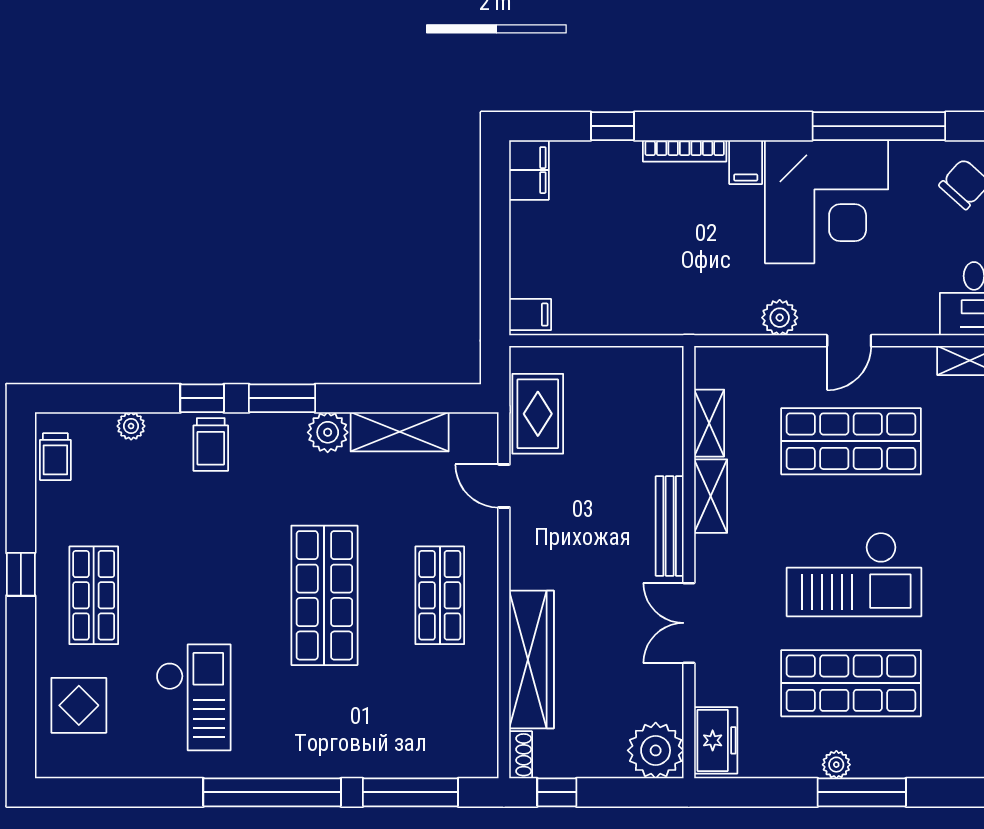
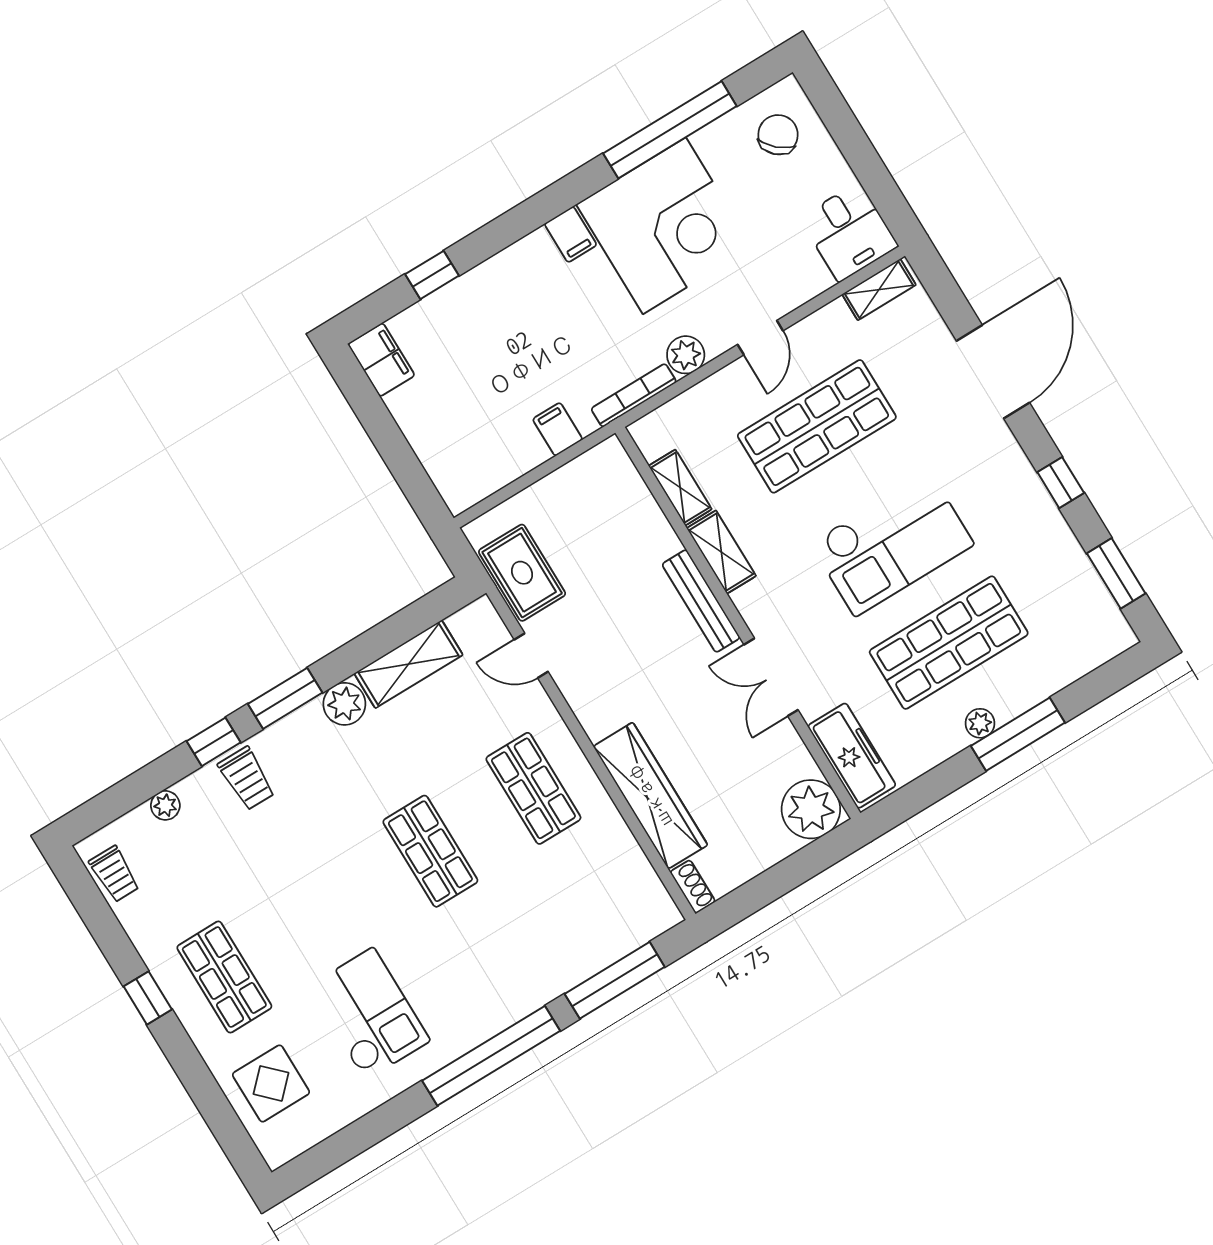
bookcase: (685, 151) -> (634, 395), moved, turned 180
filing cabinet: (530, 315) -> (558, 429), moved, turned -90
shop shelf: (324, 595) -> (430, 851), width x0.70, depth x0.74
freezer: (716, 740) -> (852, 756), width x1.40
window: (557, 792) -> (746, 901), removed

